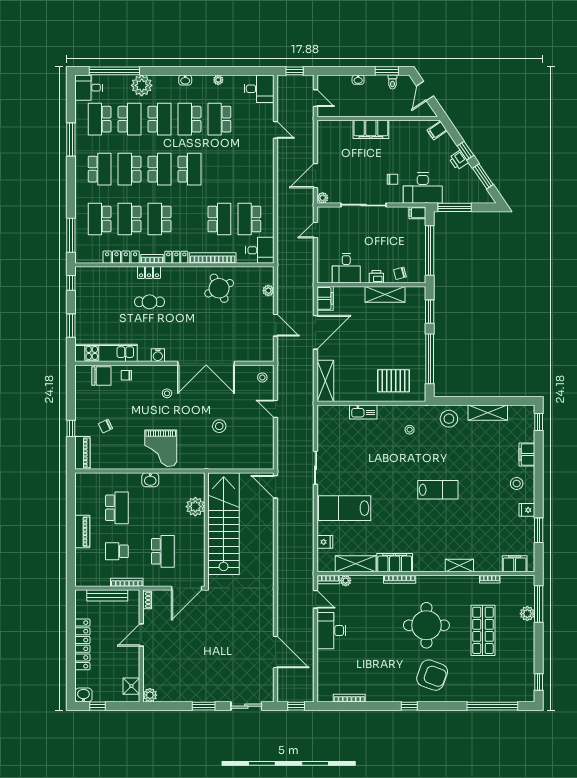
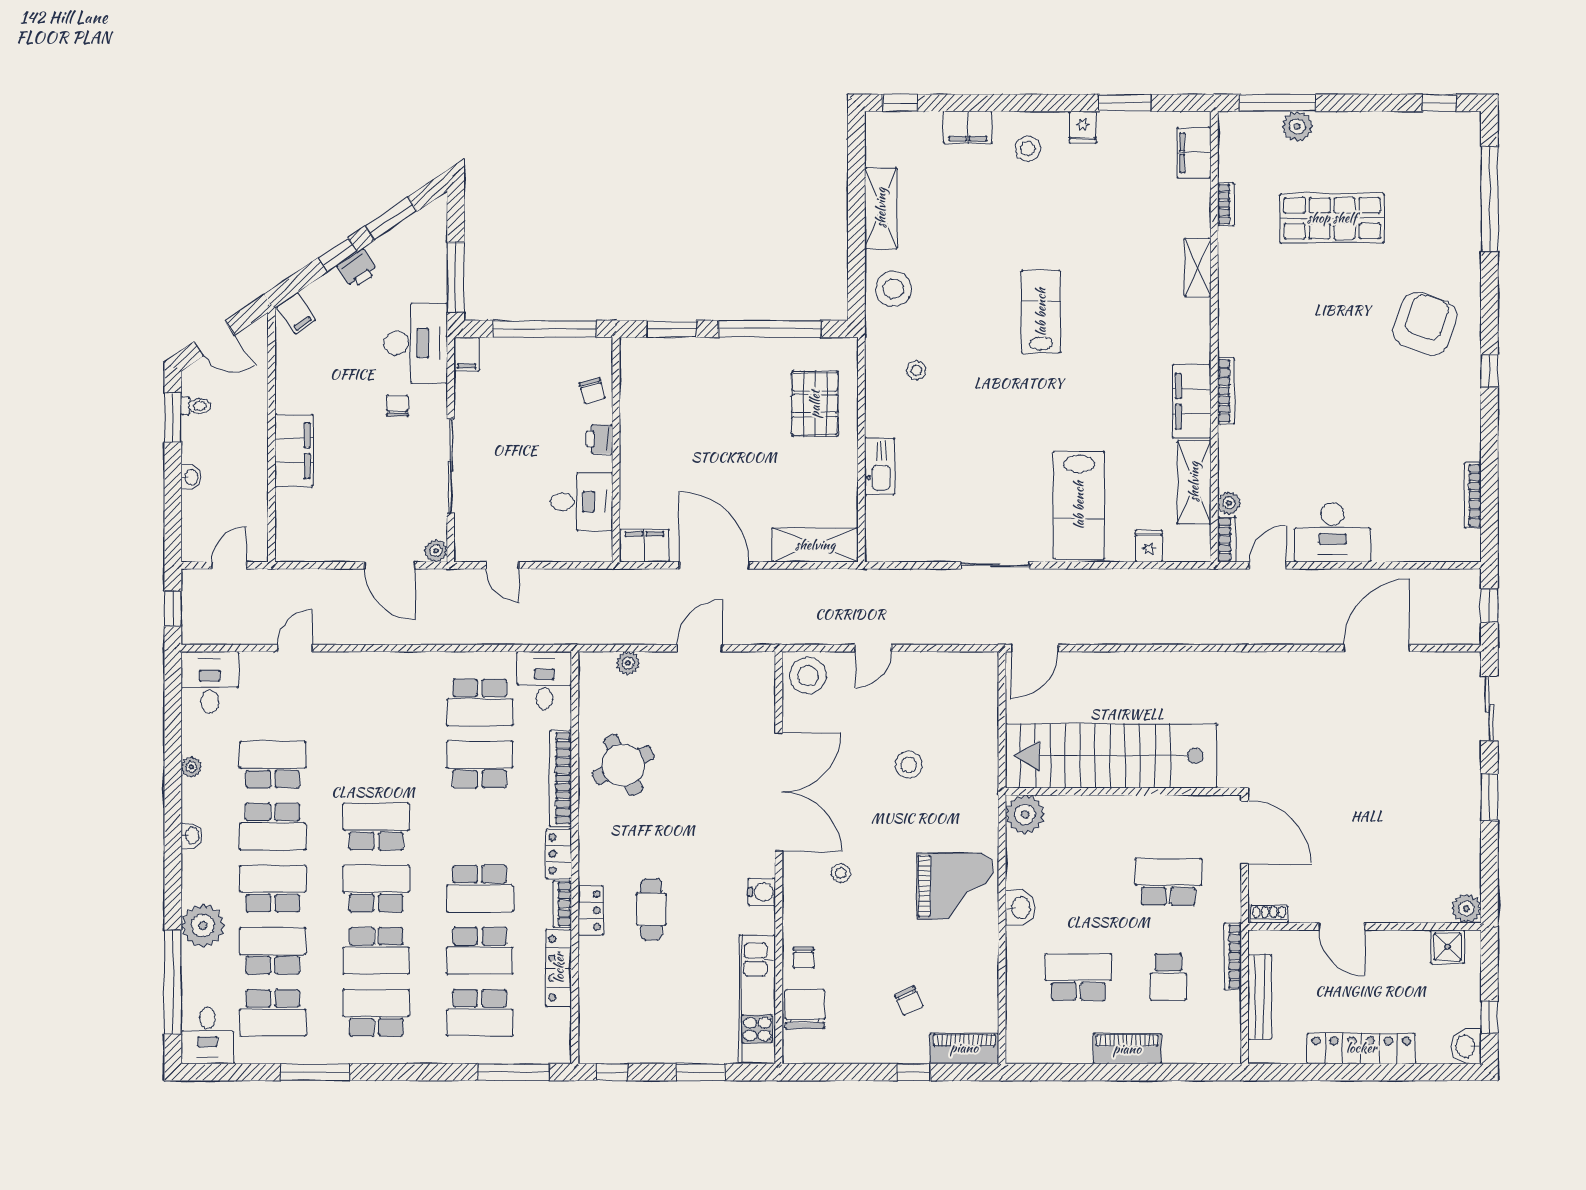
school desk: (219, 119) -> (273, 764), turned 180
shelving: (385, 294) -> (636, 421), removed
stool: (262, 377) -> (808, 675), width x1.89, depth x1.89
plant: (195, 507) -> (1025, 814), moved
round table: (426, 625) -> (1322, 335), removed

